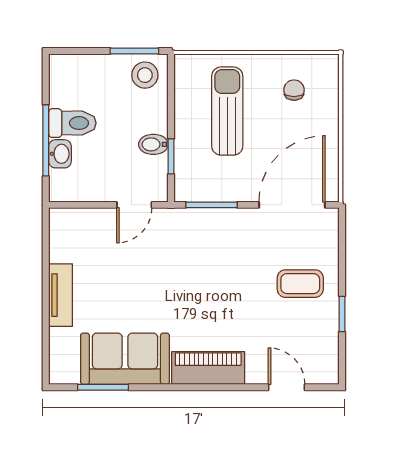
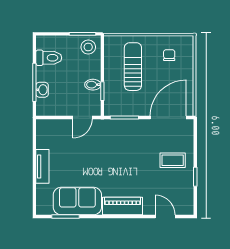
toilet: (72, 123) -> (49, 58), moved

